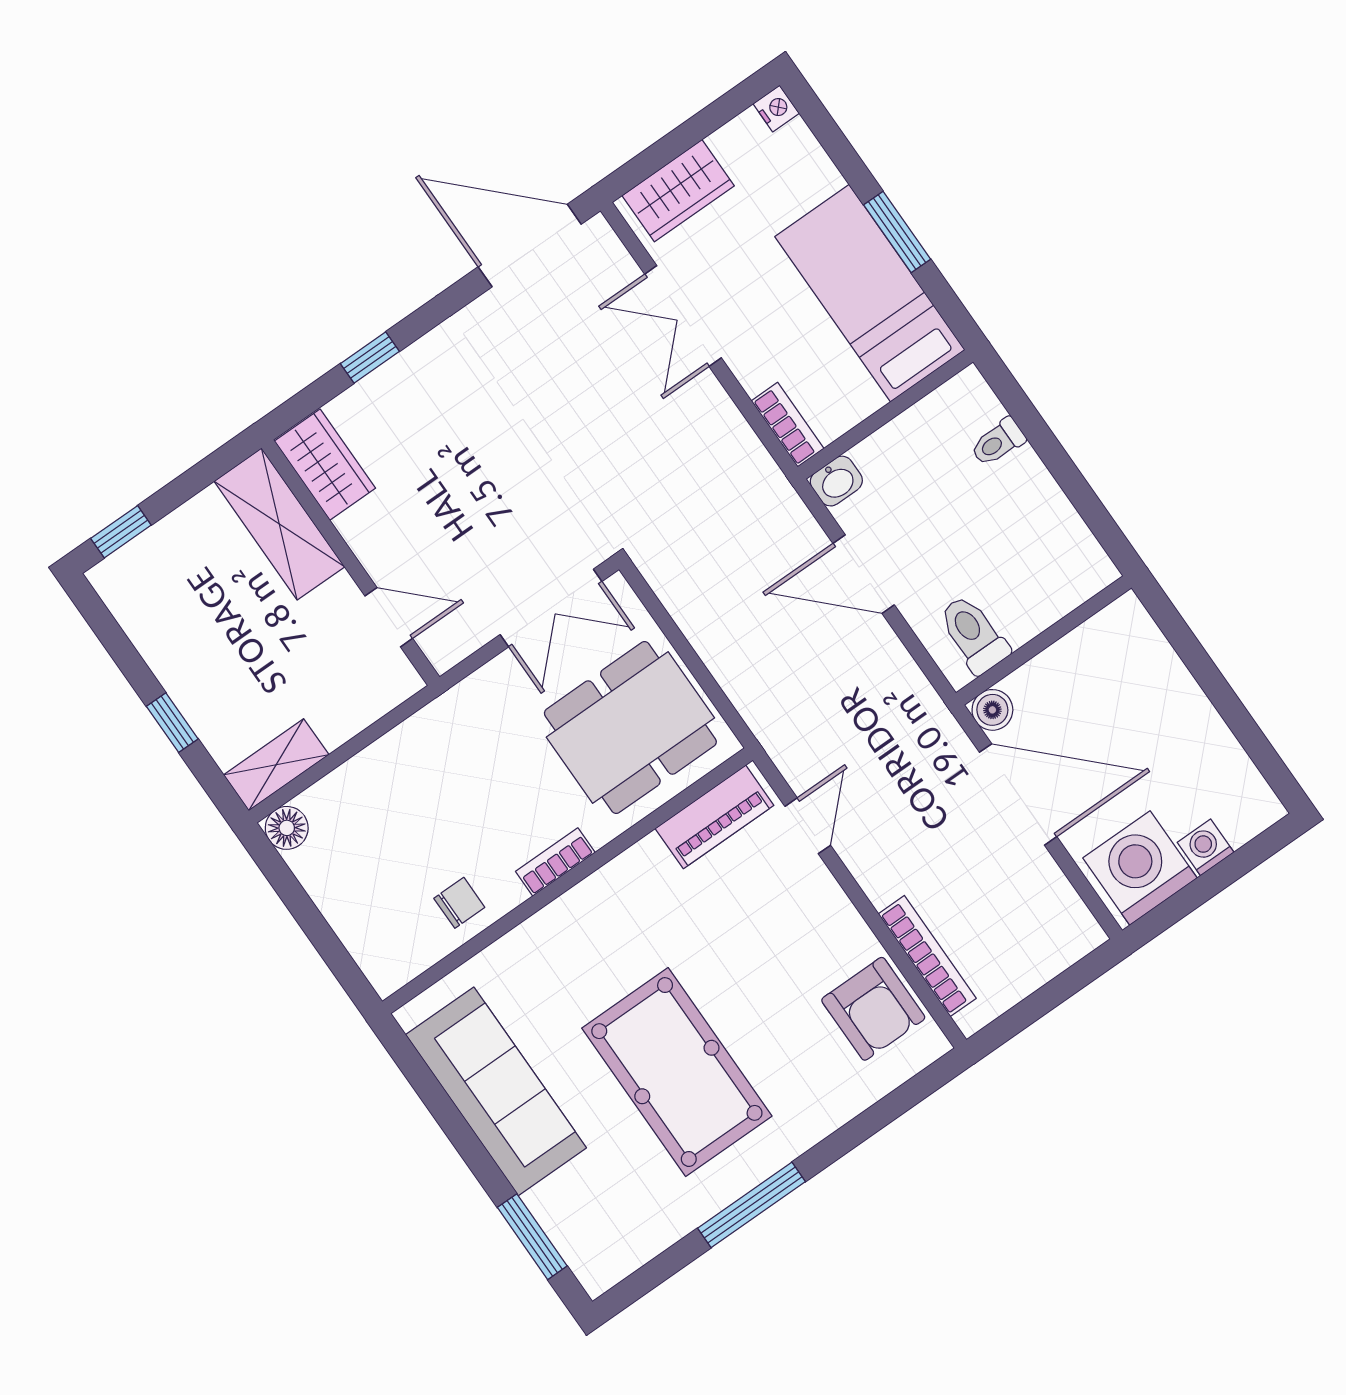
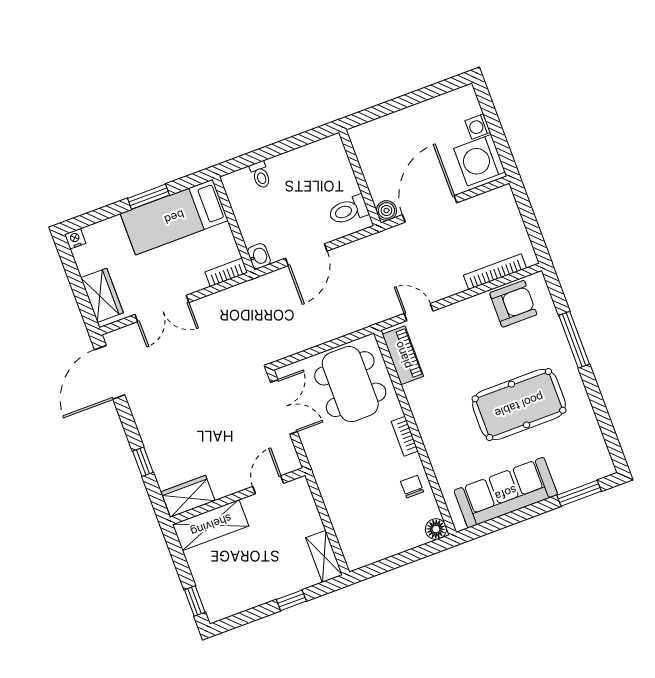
floor lamp: (287, 828) -> (436, 529), moved
window: (751, 1205) -> (574, 340), moved

